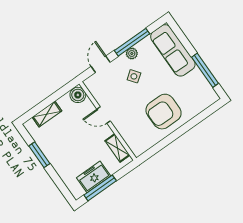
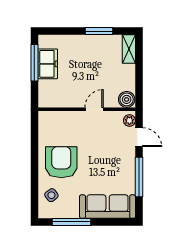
plant: (132, 54) -> (129, 120), moved
side table: (134, 76) -> (51, 195), moved
shelving: (47, 114) -> (129, 49), moved
shelving: (117, 148) -> (58, 101), removed

